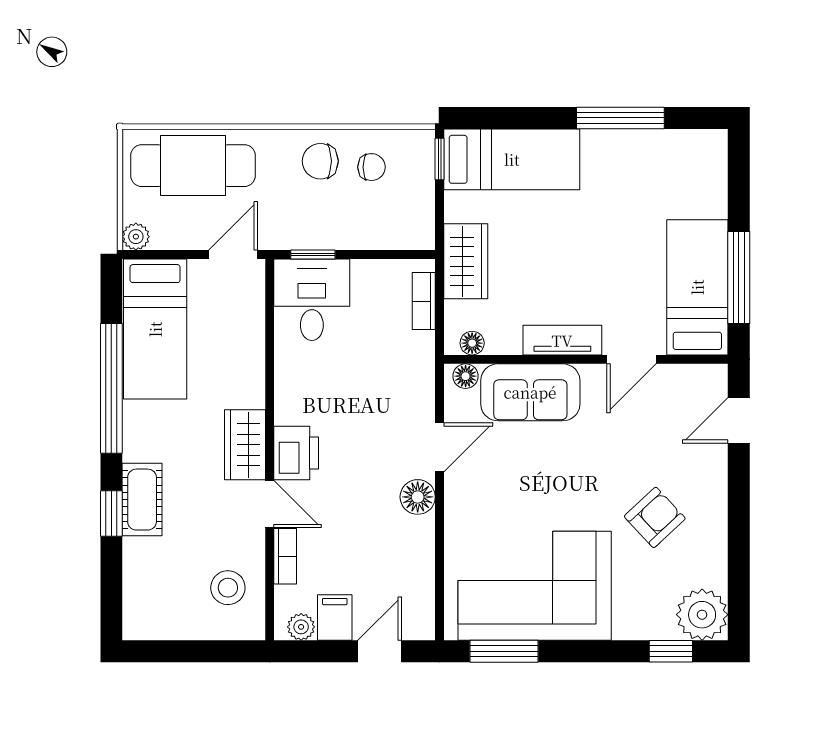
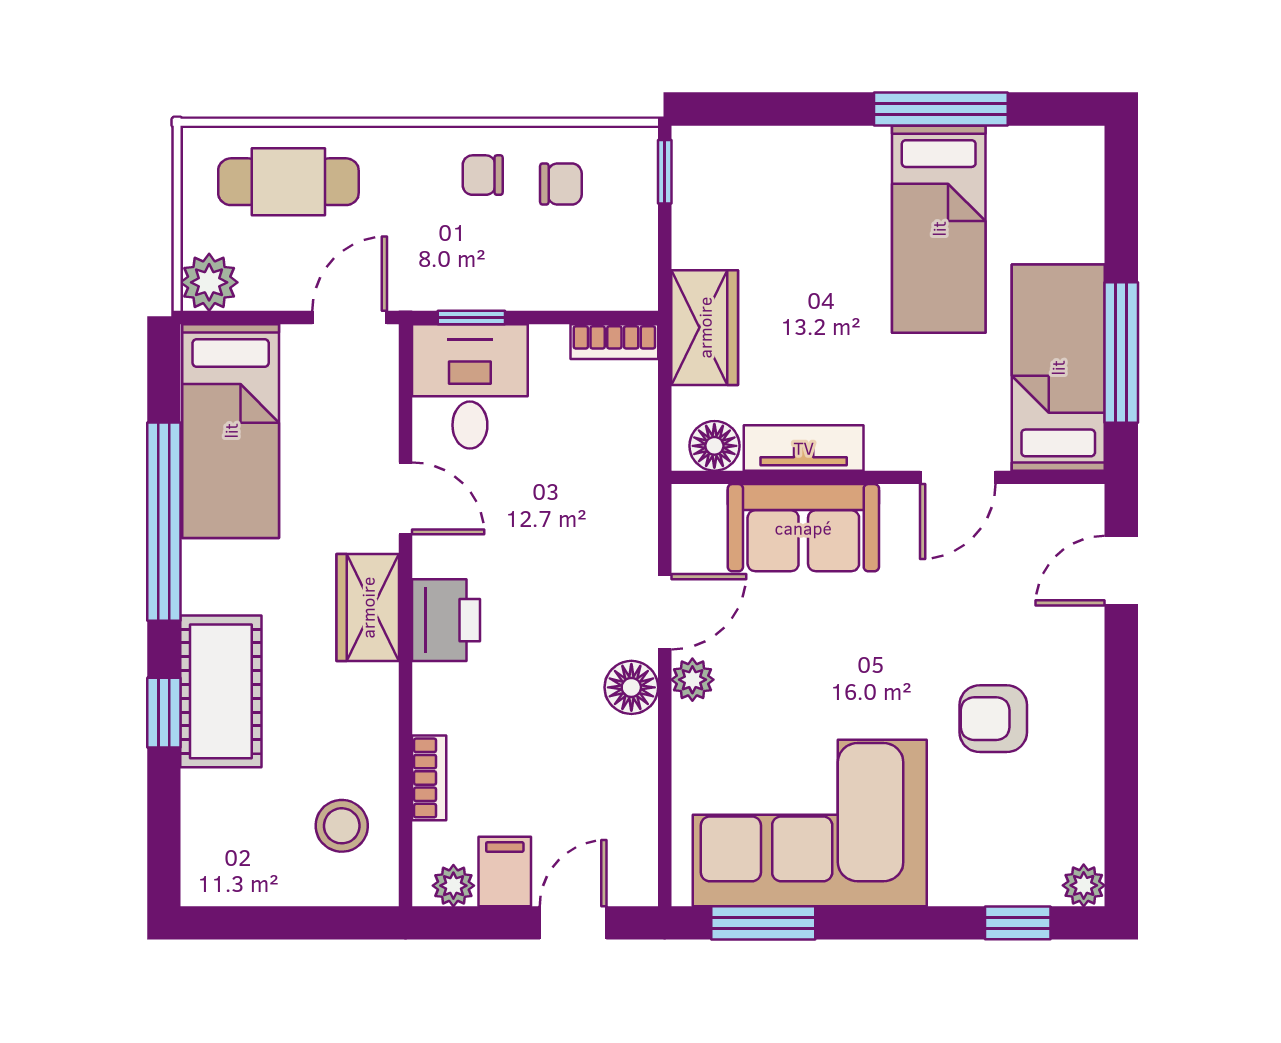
bed: (512, 159) -> (939, 229), moved, turned 90
chair: (320, 161) -> (483, 175), width x0.73, depth x0.73
cafe table: (193, 166) -> (288, 182), width x0.73, depth x0.74
plant: (136, 237) -> (209, 282), width x1.38, depth x1.38
bookcase: (424, 301) -> (614, 342), moved, turned -90
tv unit: (562, 340) -> (804, 448), moved
floor lamp: (472, 343) -> (714, 446), width x1.37, depth x1.37
floor lamp: (466, 376) -> (704, 503), removed
plant: (458, 492) -> (692, 680), added
cot: (142, 500) -> (221, 691), width x1.37, depth x1.34
door: (270, 504) -> (405, 498), moved
armchair: (655, 517) -> (993, 719), turned -137
plant: (702, 615) -> (1084, 885), width x0.53, depth x0.53

